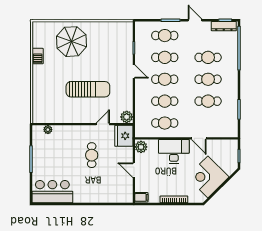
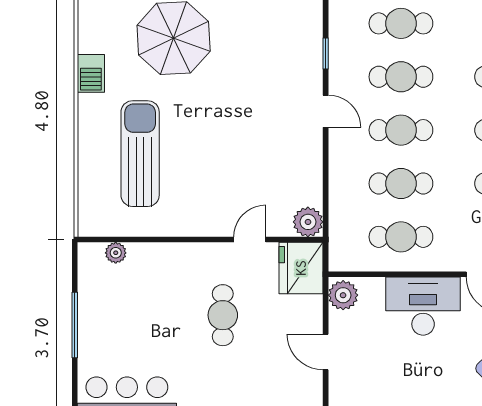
sun lounger: (88, 89) -> (140, 154), moved, turned -90

